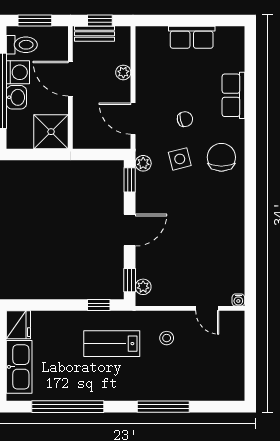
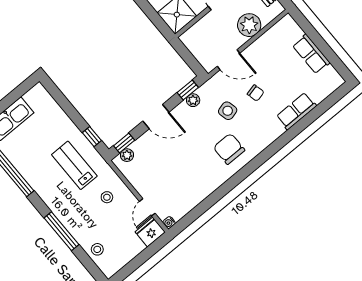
plant: (123, 72) -> (249, 25), width x1.87, depth x1.87
door: (133, 119) -> (228, 60), swing flipped
chair: (221, 157) -> (229, 149), moved, turned -90
plant: (143, 163) -> (193, 100), moved
fridge: (18, 325) -> (150, 232), moved, turned 180
stool: (208, 387) -> (97, 249), added

